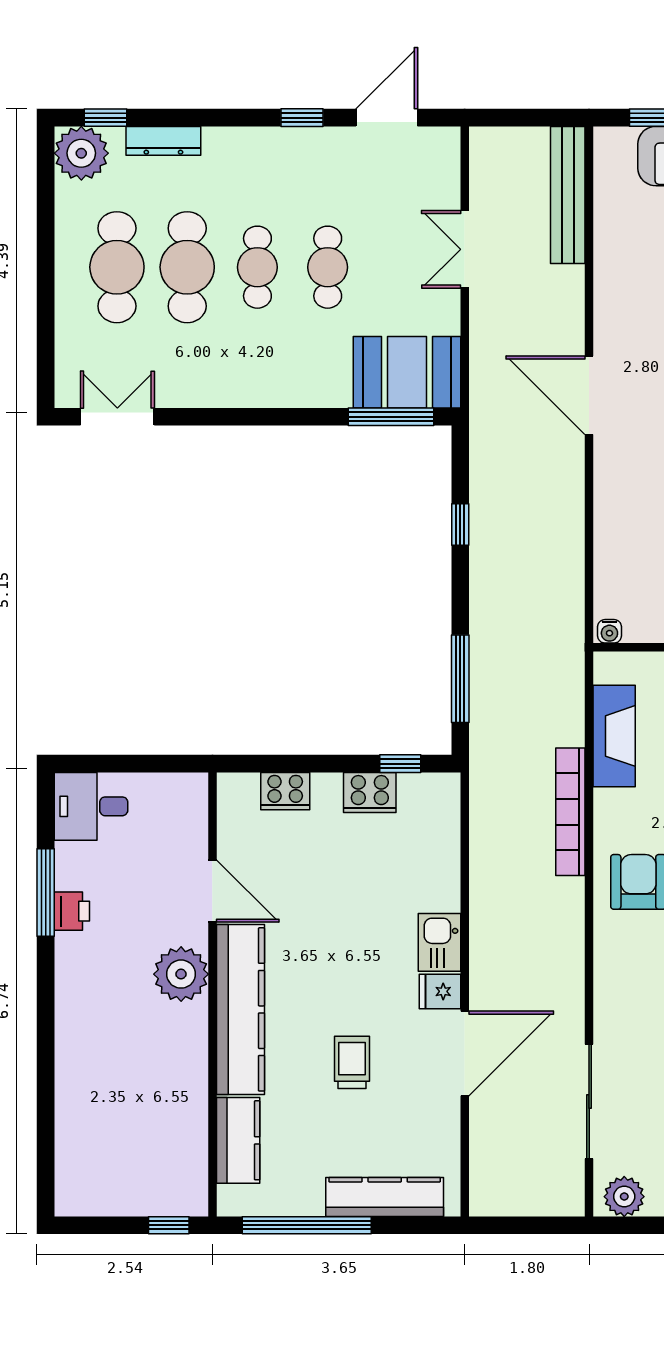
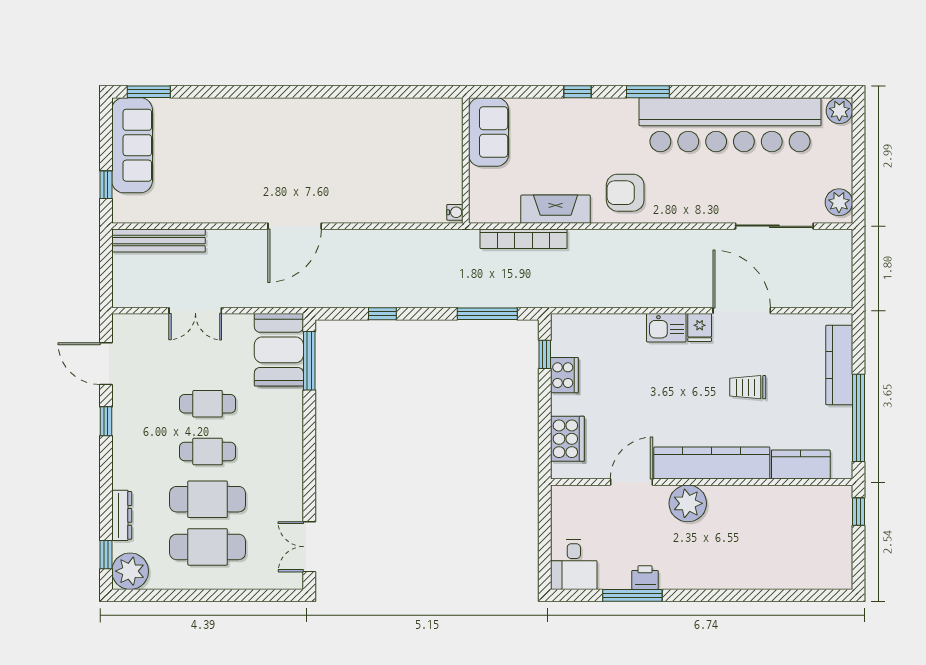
fireplace: (614, 736) -> (556, 209), moved
cooker: (285, 791) -> (567, 439), width x1.37, depth x1.31
bookcase: (570, 812) -> (524, 239), moved

